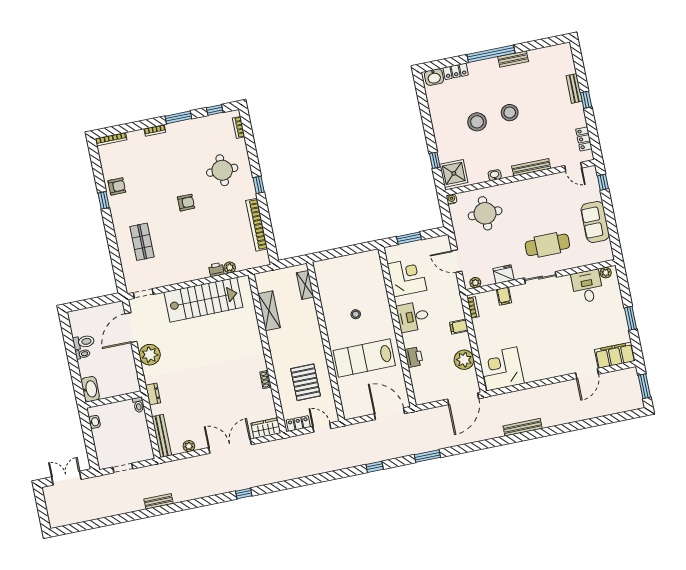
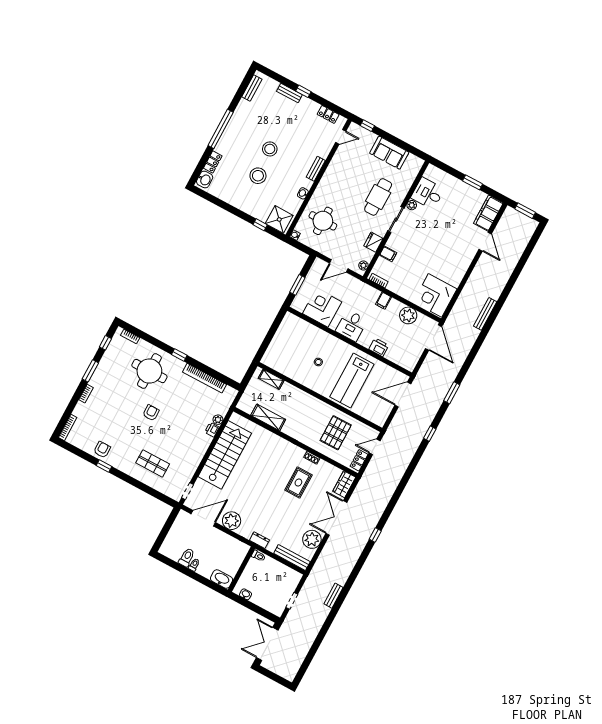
bench: (513, 59) -> (252, 88), moved
bench: (531, 167) -> (316, 169), width x0.73
round table: (222, 170) -> (149, 371), width x1.36, depth x1.36
plant: (606, 273) -> (412, 205), moved
door: (131, 328) -> (203, 518), swing flipped
pallet: (305, 382) -> (336, 433), turned 90
rug: (233, 386) -> (298, 483), added
plant: (189, 446) -> (312, 539), width x1.87, depth x1.87
double door: (66, 478) -> (267, 644), width x1.37

